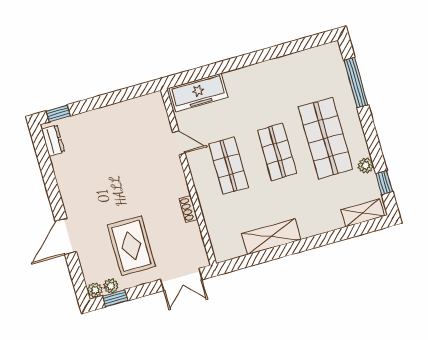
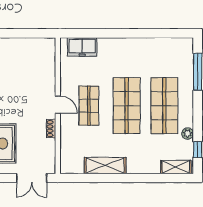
freezer: (199, 93) -> (82, 47), width x0.71
door: (179, 143) -> (58, 105), moved
shop shelf: (277, 152) -> (127, 106), width x1.43, depth x1.36

